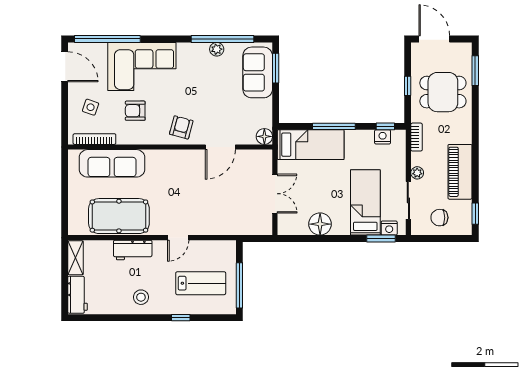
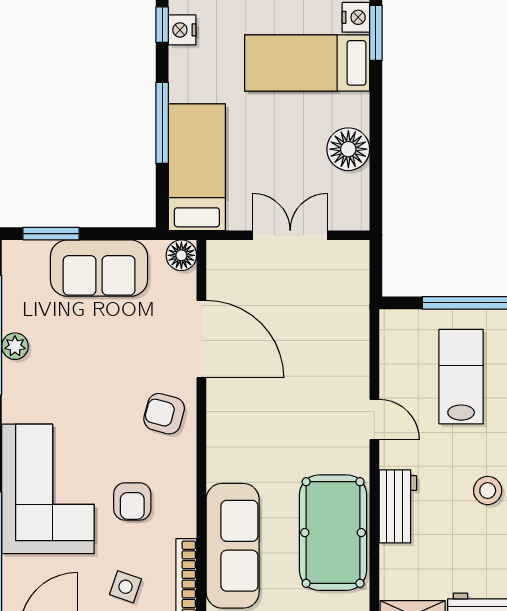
sofa: (258, 72) -> (99, 268), moved
door: (220, 147) -> (201, 339), width x1.36

